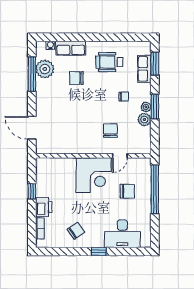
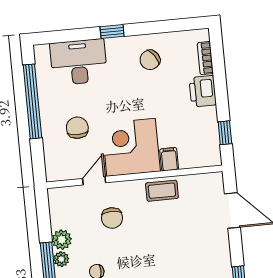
coffee table: (76, 145) -> (162, 191), added
filing cabinet: (70, 165) -> (169, 159), added
window: (155, 189) -> (32, 101), moved
window: (32, 191) -> (225, 133), moved
chair: (127, 191) -> (77, 128), turned 90

